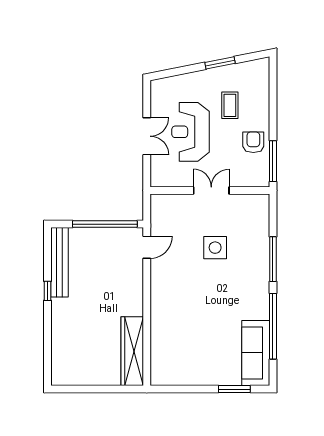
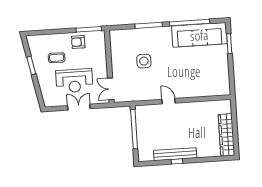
double door: (211, 190) -> (111, 89), moved
door: (147, 247) -> (169, 101), moved
bench: (59, 262) -> (175, 154), moved
wardrobe: (132, 351) -> (226, 135), moved, turned 90
sofa: (256, 353) -> (199, 35), width x1.36, depth x1.27

